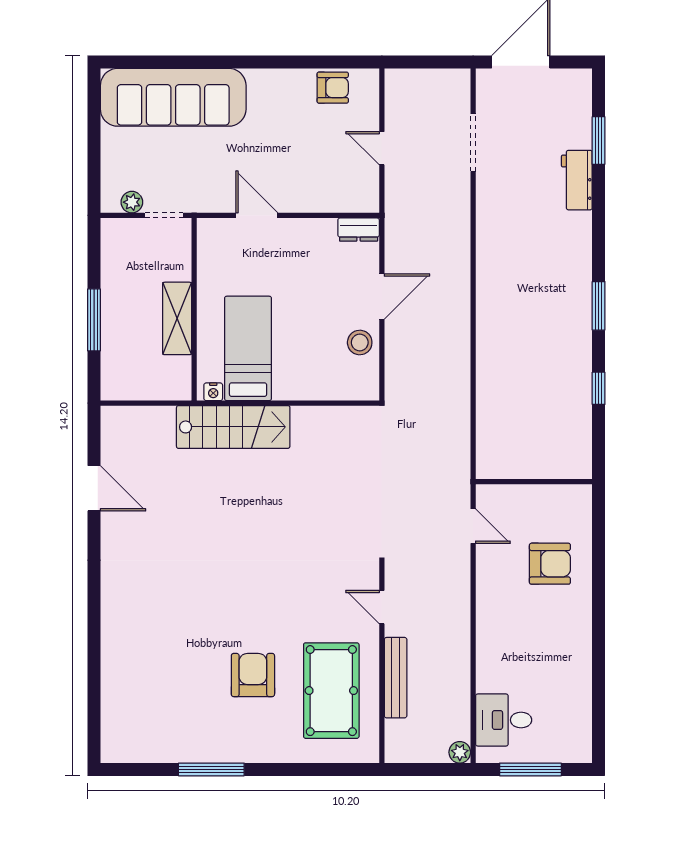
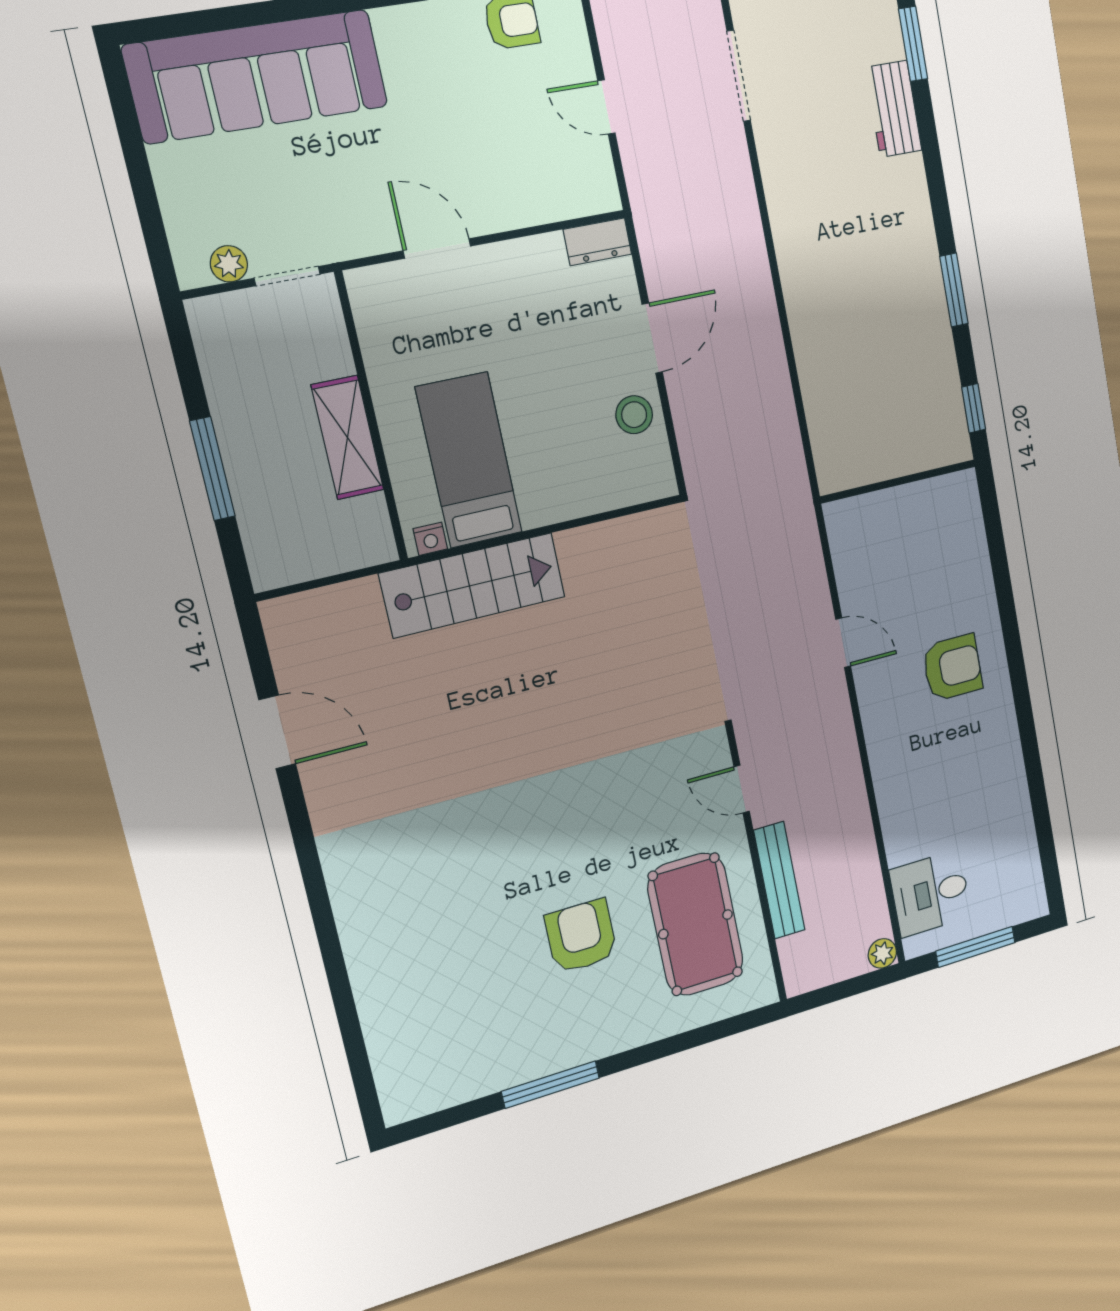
wall: (534, 482) -> (898, 481), moved

